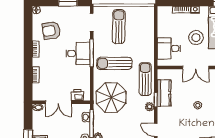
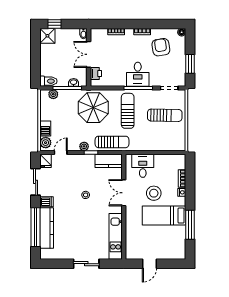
kitchen counter: (164, 93) -> (109, 161), moved

